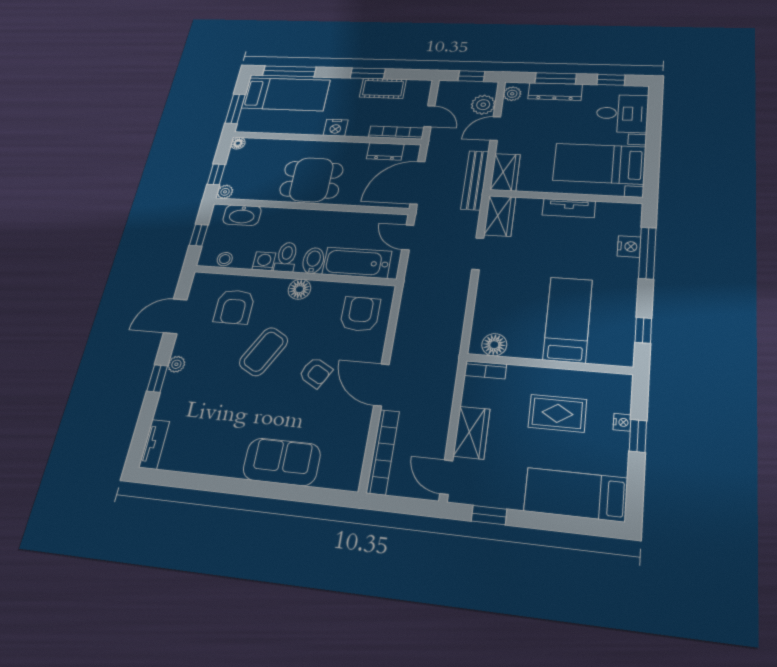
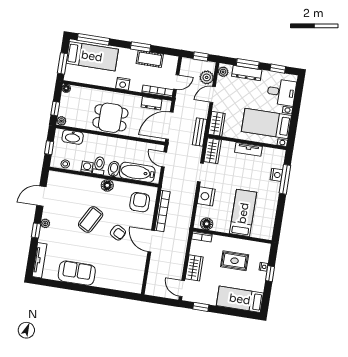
door: (429, 116) -> (176, 82), hinge flipped
bench: (475, 180) -> (200, 132), width x0.73
nightstand: (491, 295) -> (206, 196), added
armchair: (234, 307) -> (73, 193), removed
window: (643, 330) -> (278, 221), removed
tv unit: (154, 444) -> (40, 260), width x1.41
bookcase: (383, 452) -> (162, 211), moved
sofa: (282, 462) -> (77, 273), moved

